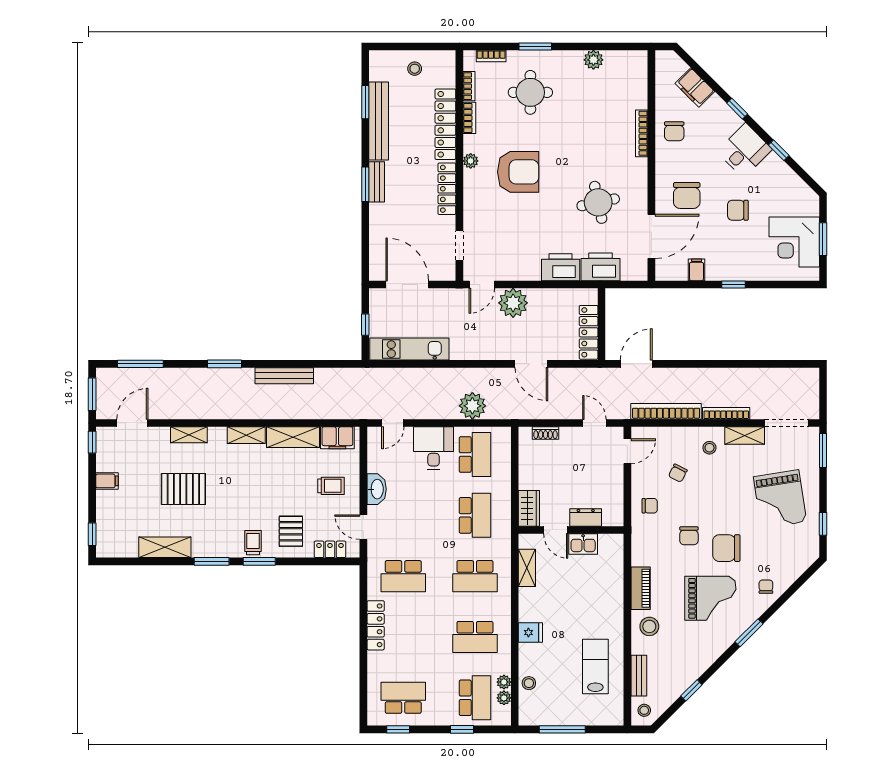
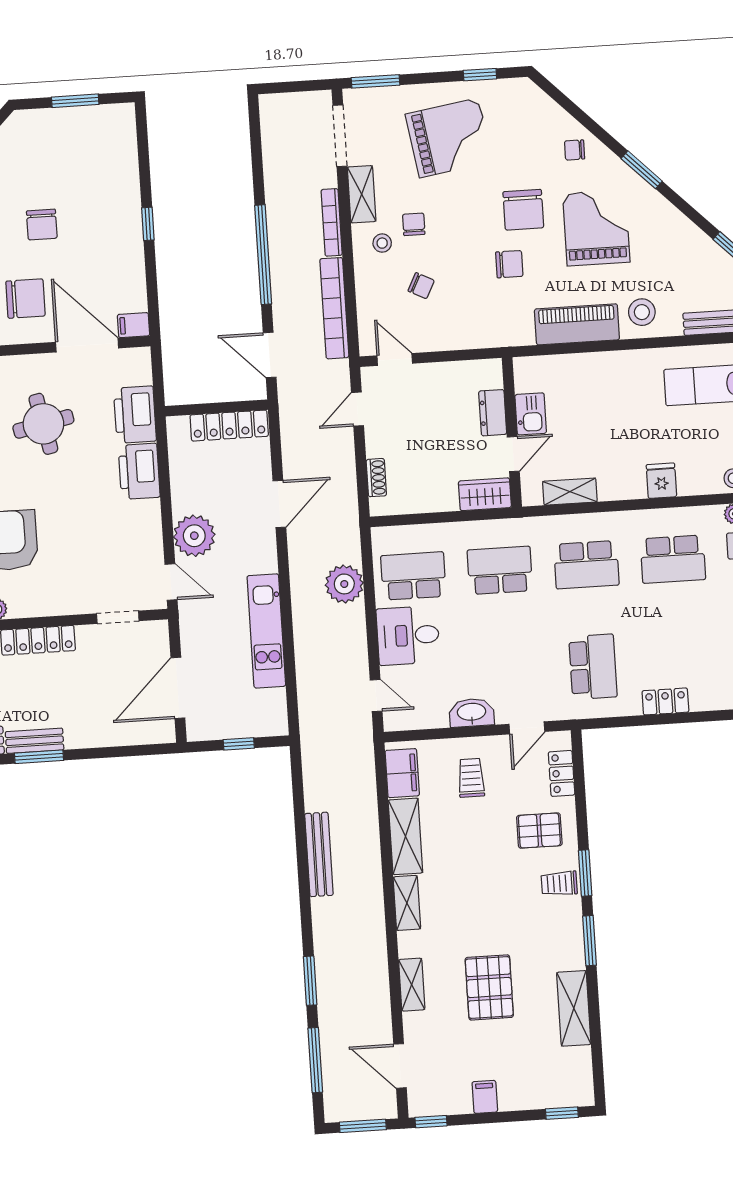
corner desk: (794, 242) -> (82, 141), removed
filing cabinet: (696, 270) -> (134, 325), moved
kitchen unit: (409, 349) -> (266, 631), moved
window: (225, 364) -> (310, 981), moved
window: (707, 364) -> (263, 255), added
chair: (650, 506) -> (414, 224), moved
school desk: (475, 576) -> (586, 565), turned 90
piano: (641, 588) -> (577, 324), width x1.37, depth x1.33
locker: (376, 625) -> (665, 701), width x0.66
school desk: (475, 637) -> (673, 559), turned 90

